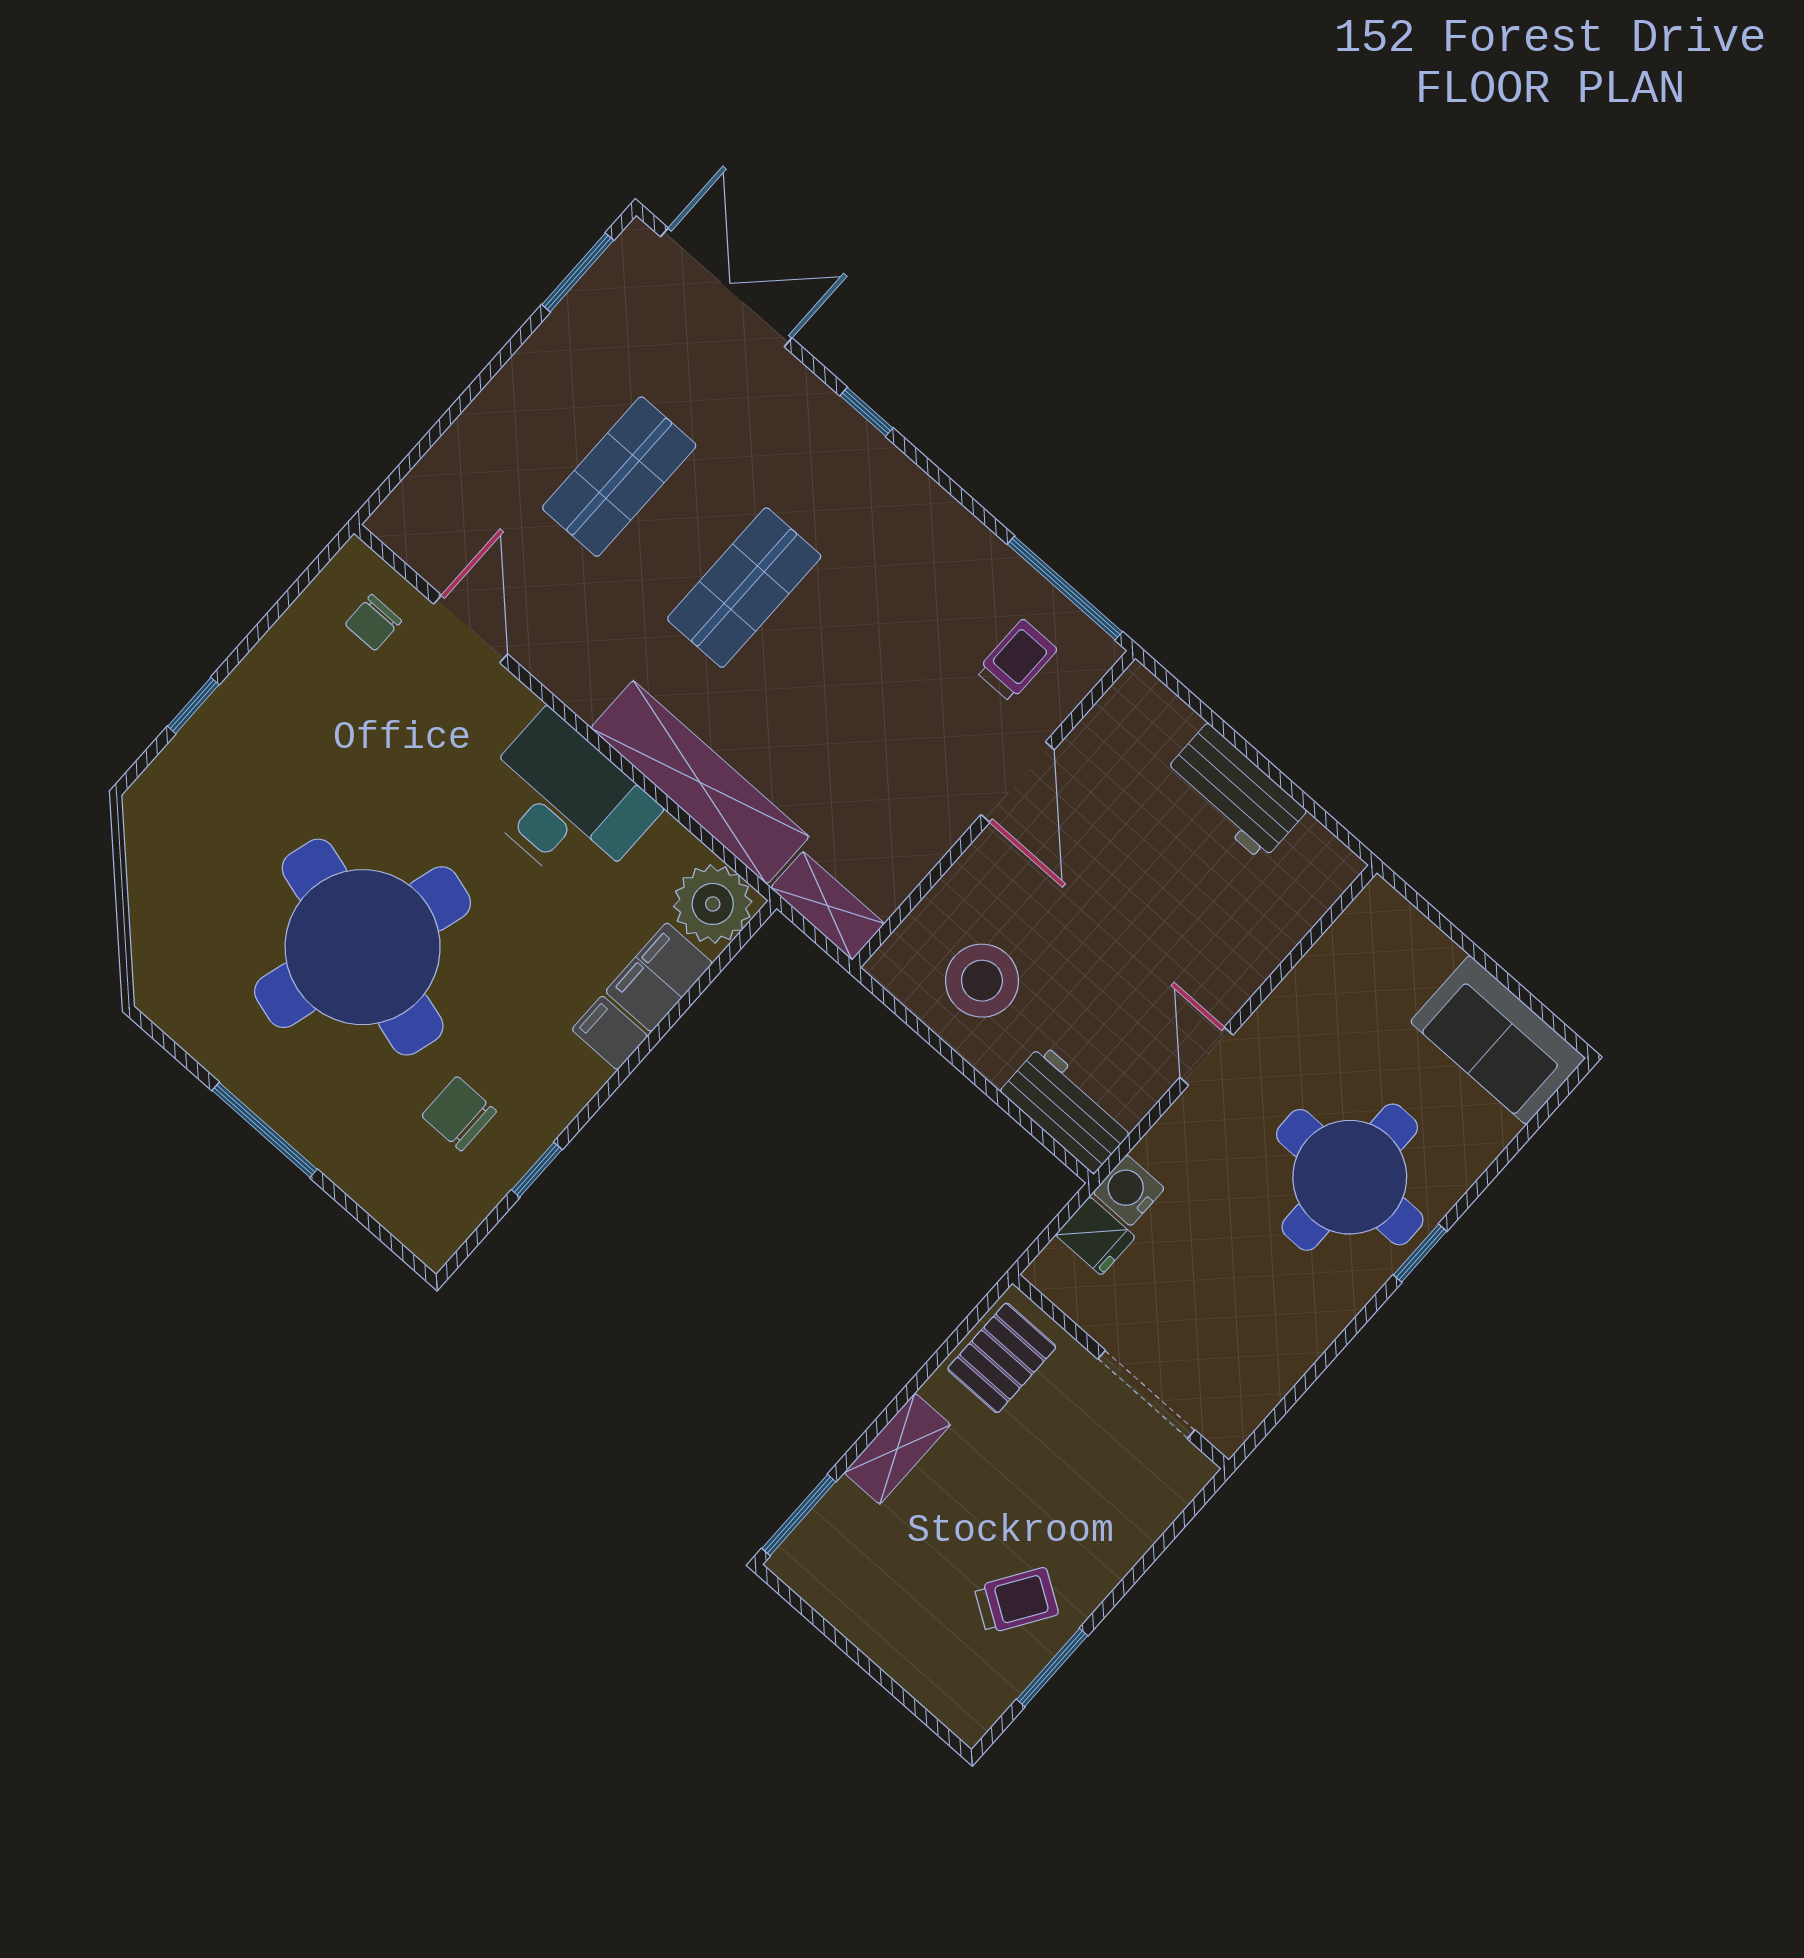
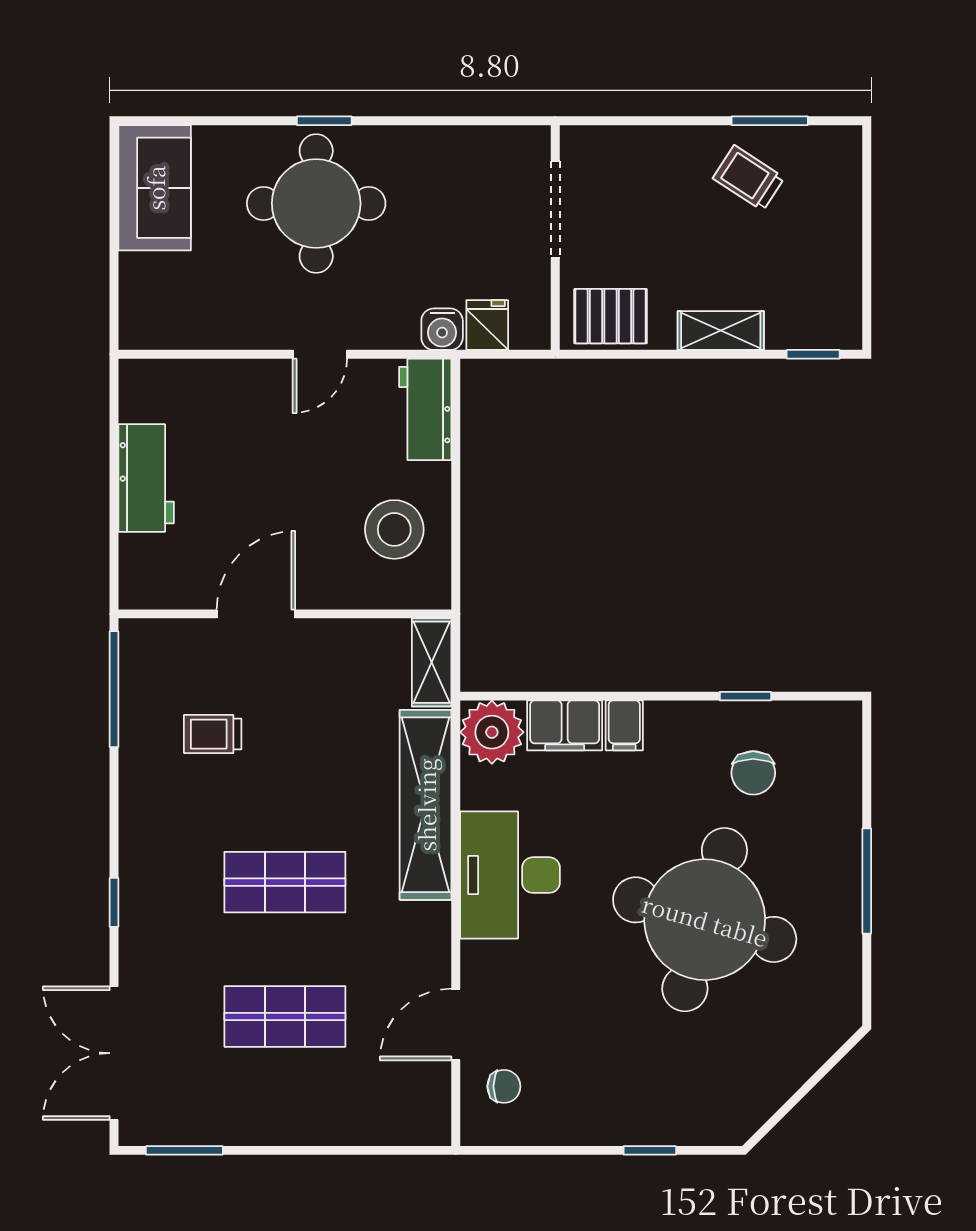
trolley: (1017, 660) -> (213, 734), moved
window: (799, 1515) -> (813, 354), width x0.67

